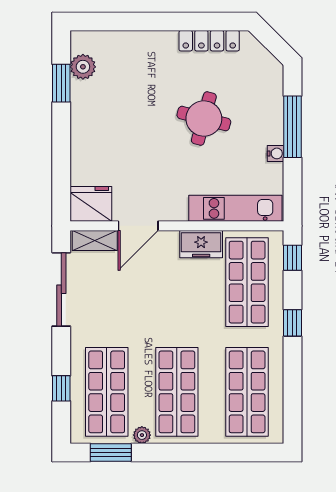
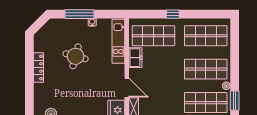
locker: (209, 41) -> (39, 67), moved
window: (292, 258) -> (142, 14), removed

